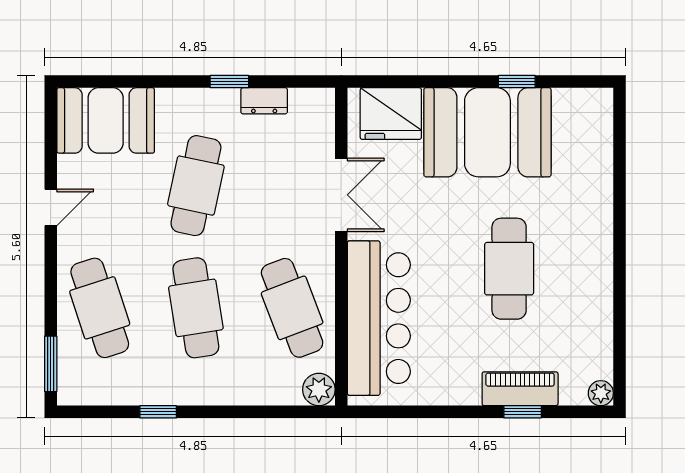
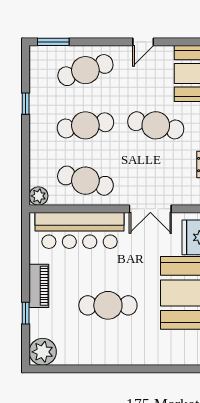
door: (51, 207) -> (143, 42), hinge flipped
cafe table: (292, 308) -> (85, 181), turned 36
piano: (520, 389) -> (39, 286), moved
plant: (601, 393) -> (43, 352), width x1.88, depth x1.88

